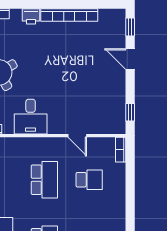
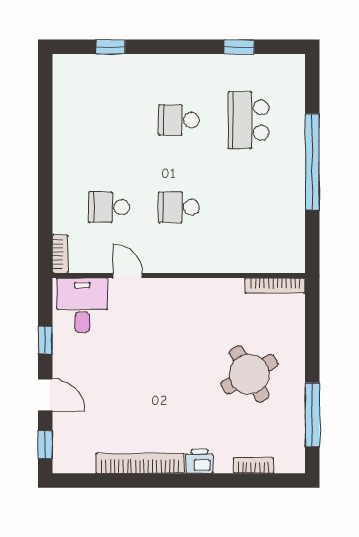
window: (130, 112) -> (45, 340), moved
desk: (31, 117) -> (82, 305), moved
school desk: (44, 180) -> (179, 207), width x0.54

